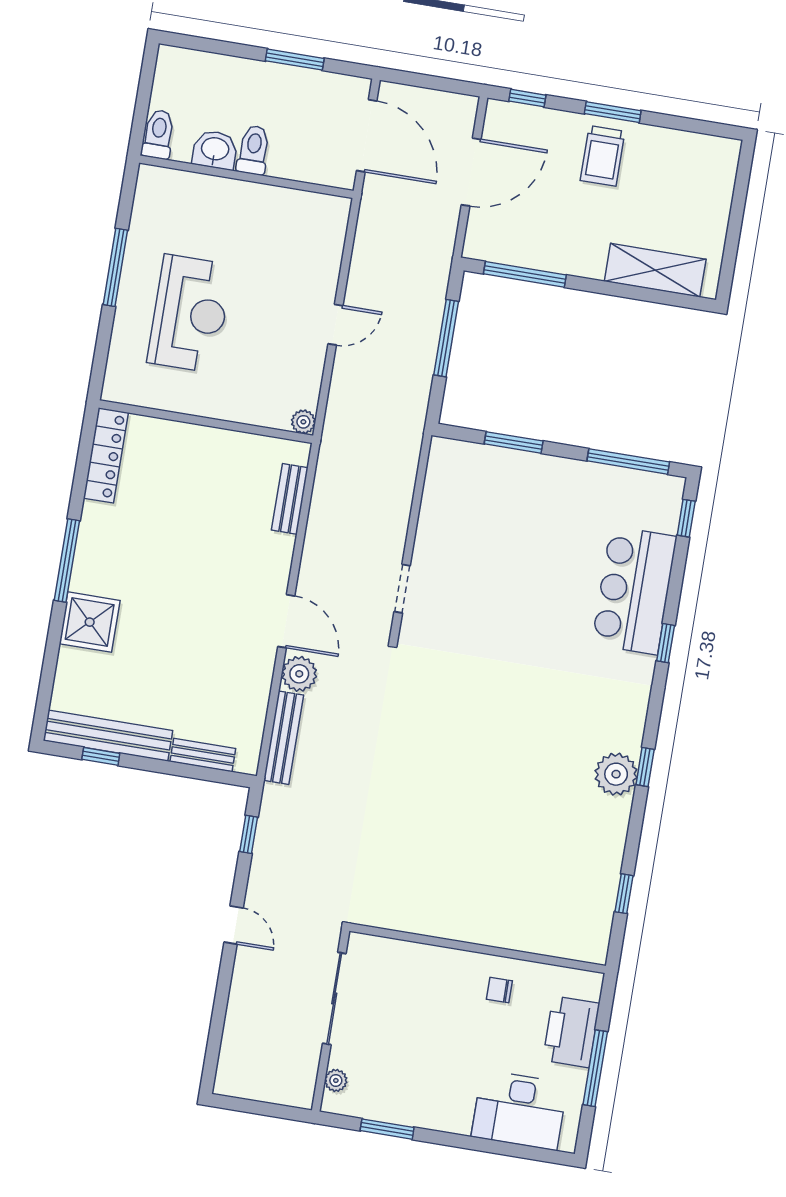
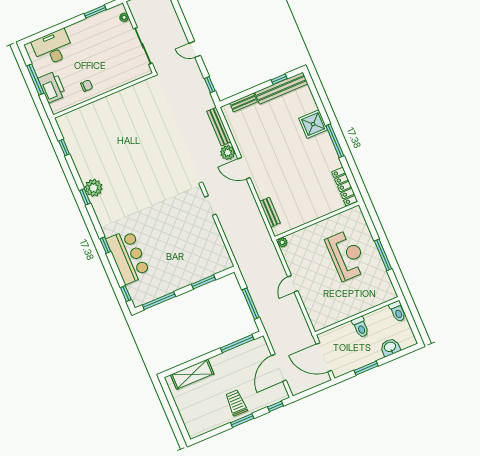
washbasin: (215, 150) -> (390, 347), moved, turned 180
reception desk: (190, 314) -> (347, 255), turned 180

